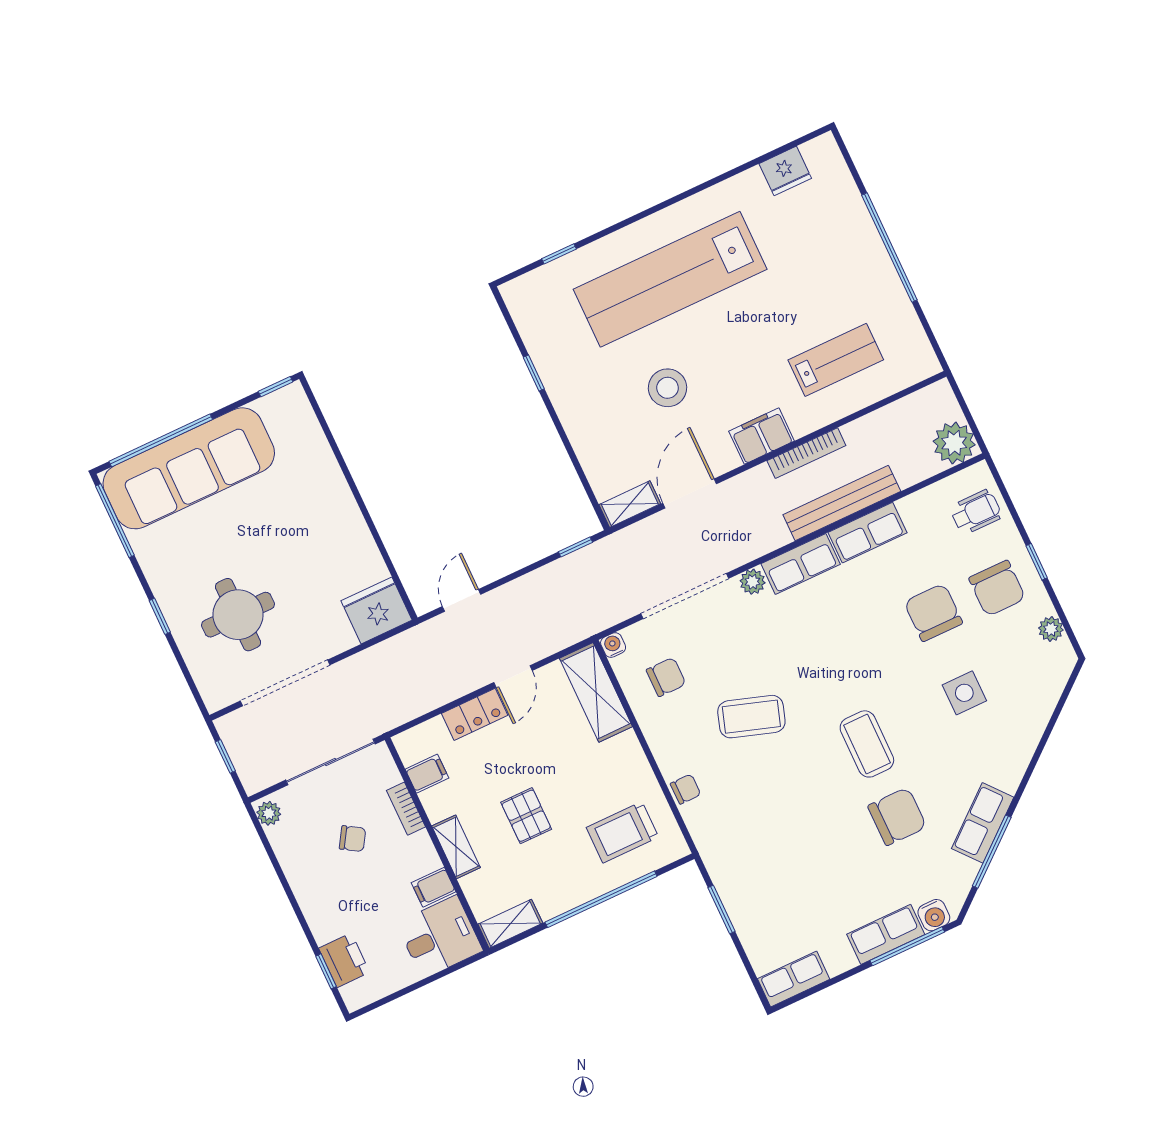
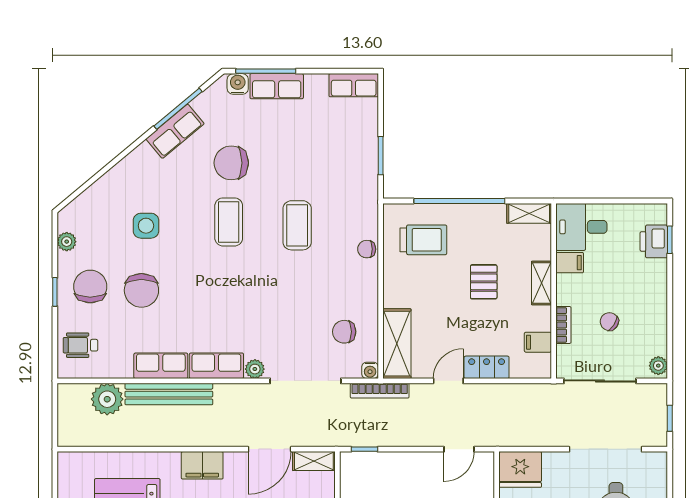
plant: (954, 443) -> (107, 399), moved
bookcase: (806, 453) -> (380, 391), moved, turned 180
coffee table: (751, 717) -> (297, 225), moved, turned 72

